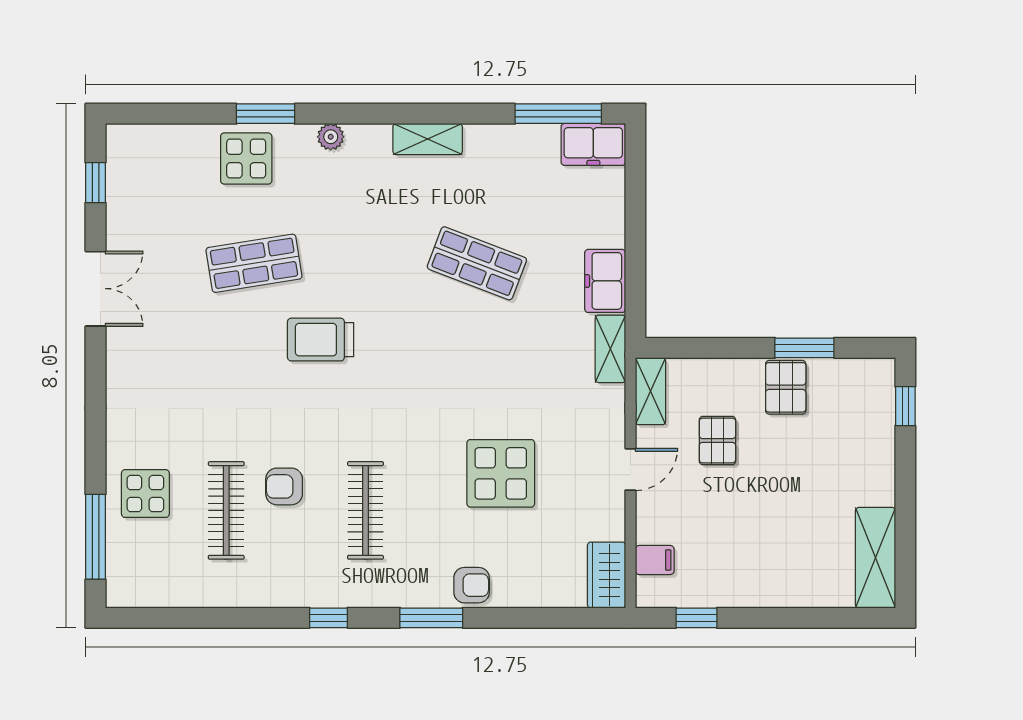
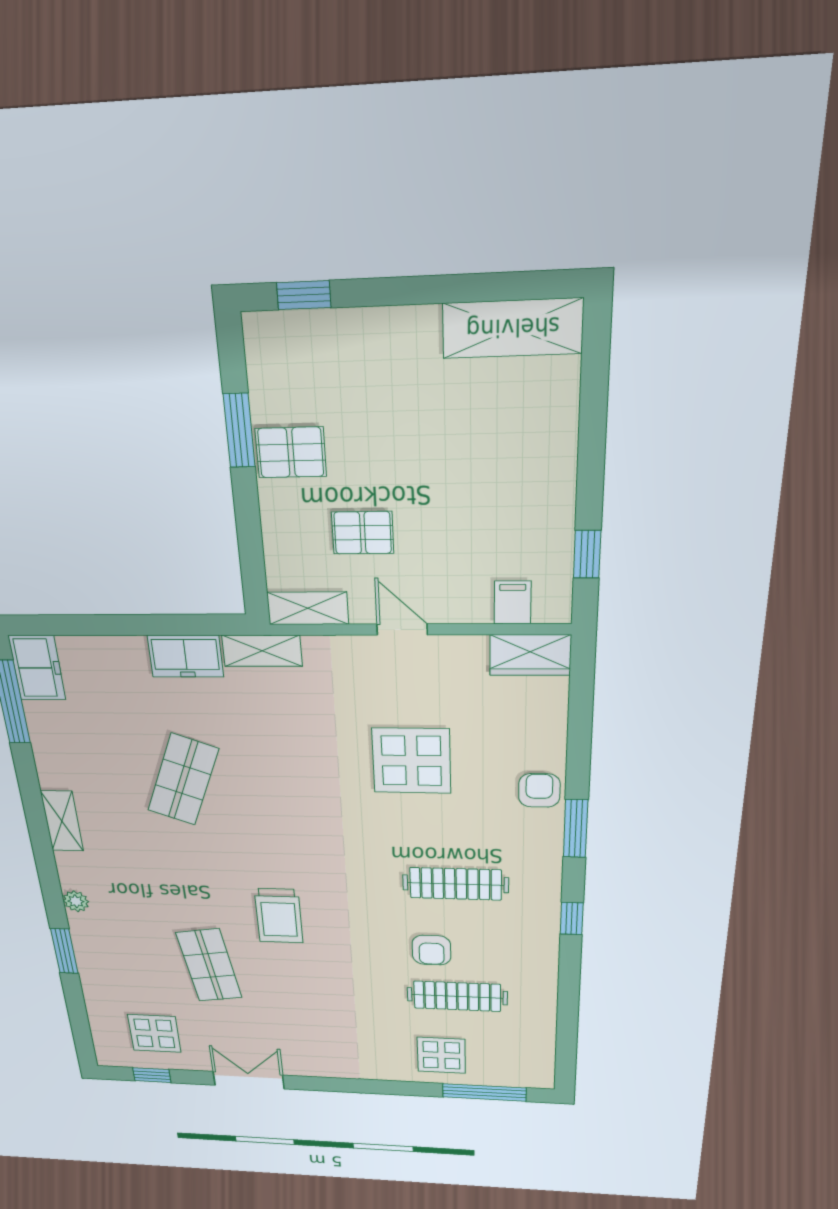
display table: (246, 159) -> (154, 1033), moved

